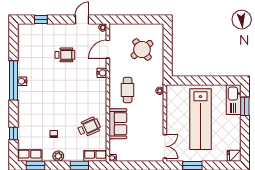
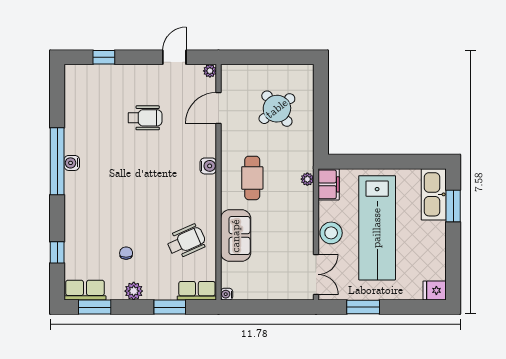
water cooler: (102, 73) -> (208, 166), moved
filing cabinet: (172, 94) -> (329, 184), added
stool: (174, 122) -> (331, 233), added

